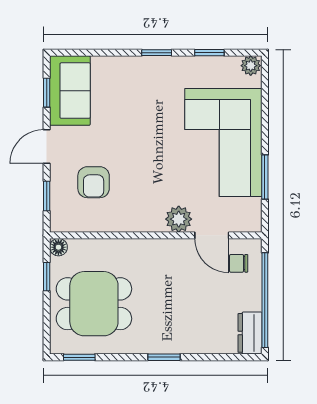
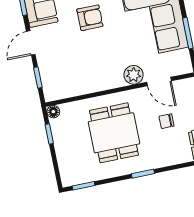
armchair: (94, 182) -> (90, 18), moved, turned -90
chair: (239, 263) -> (166, 121), moved
dining table: (94, 304) -> (114, 133), moved, turned 90

